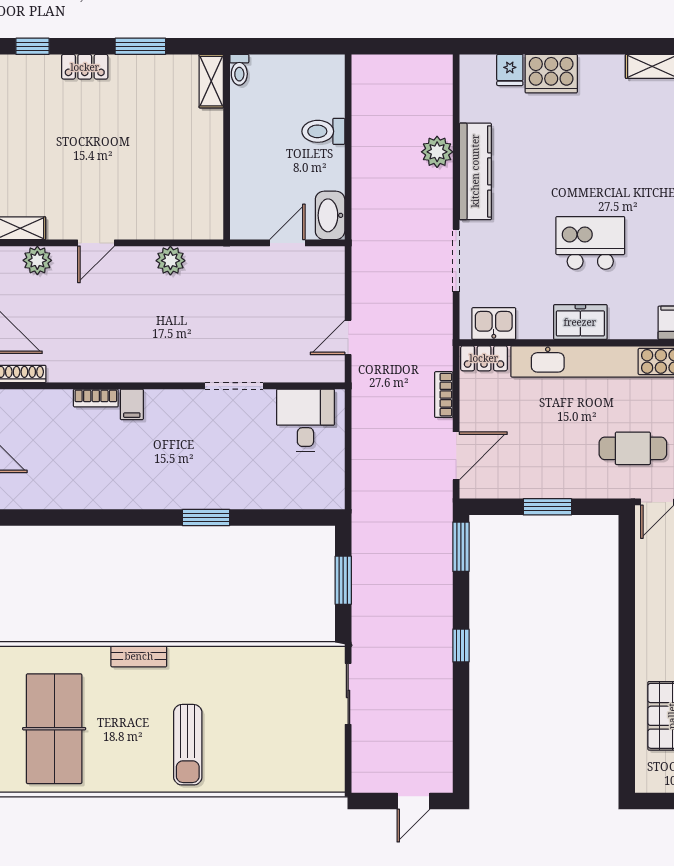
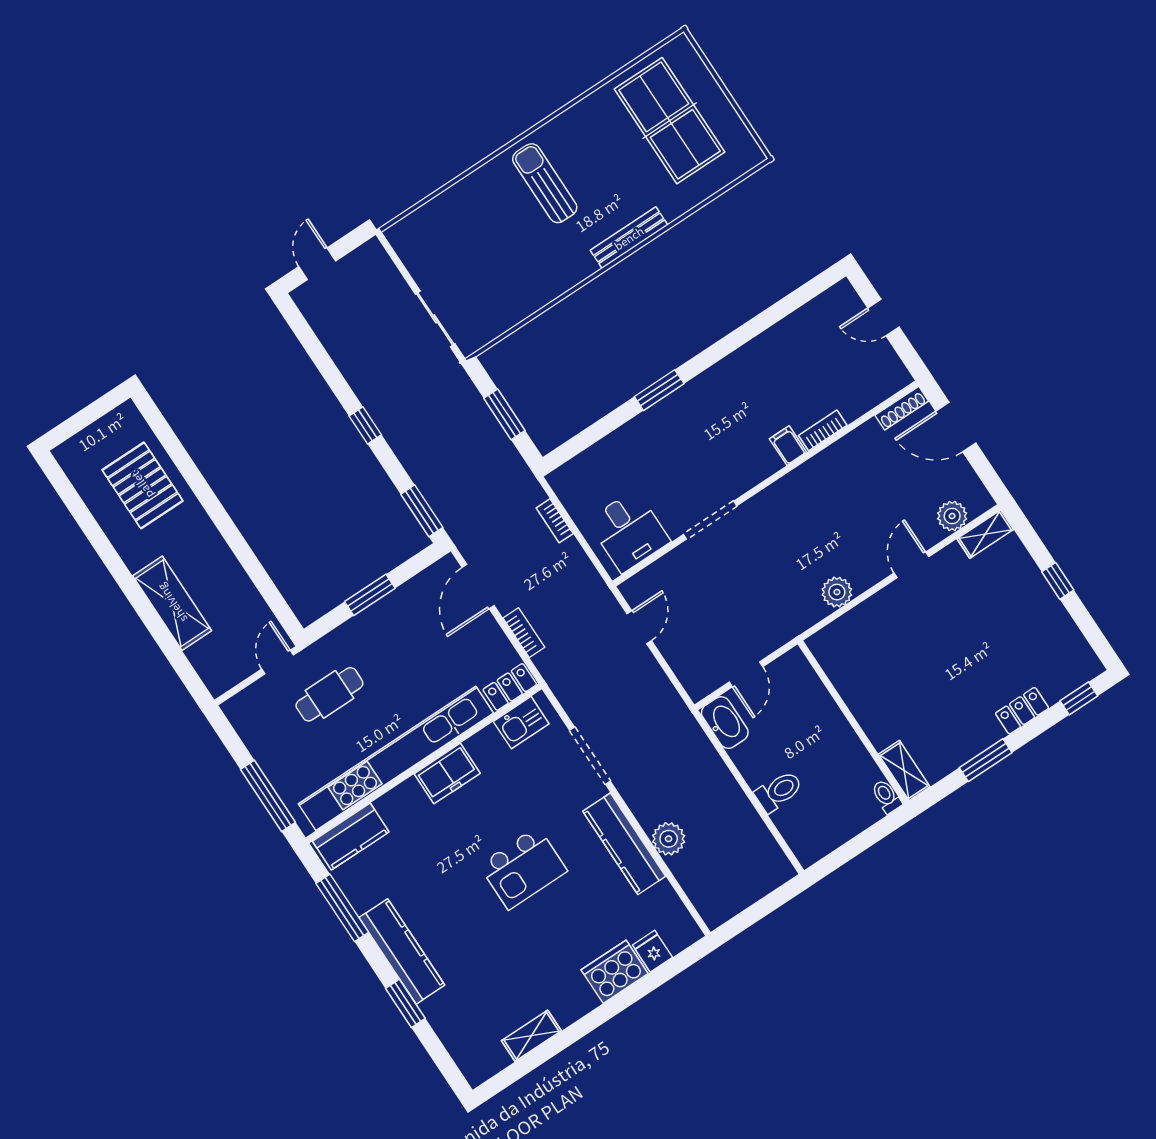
kitchen island: (590, 243) -> (523, 868), moved
bookcase: (359, 468) -> (555, 521), added
bench: (139, 656) -> (629, 238), width x1.36

